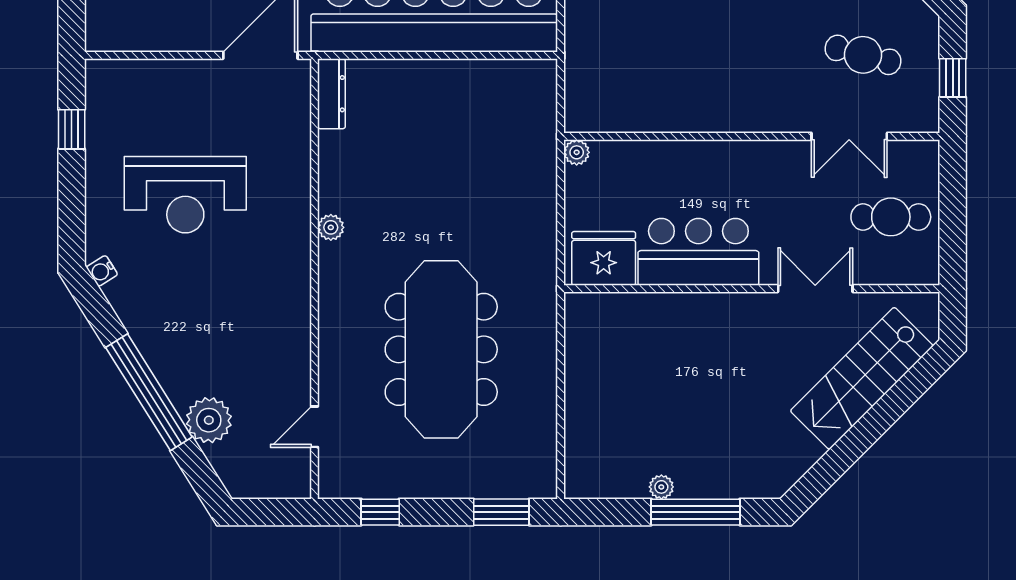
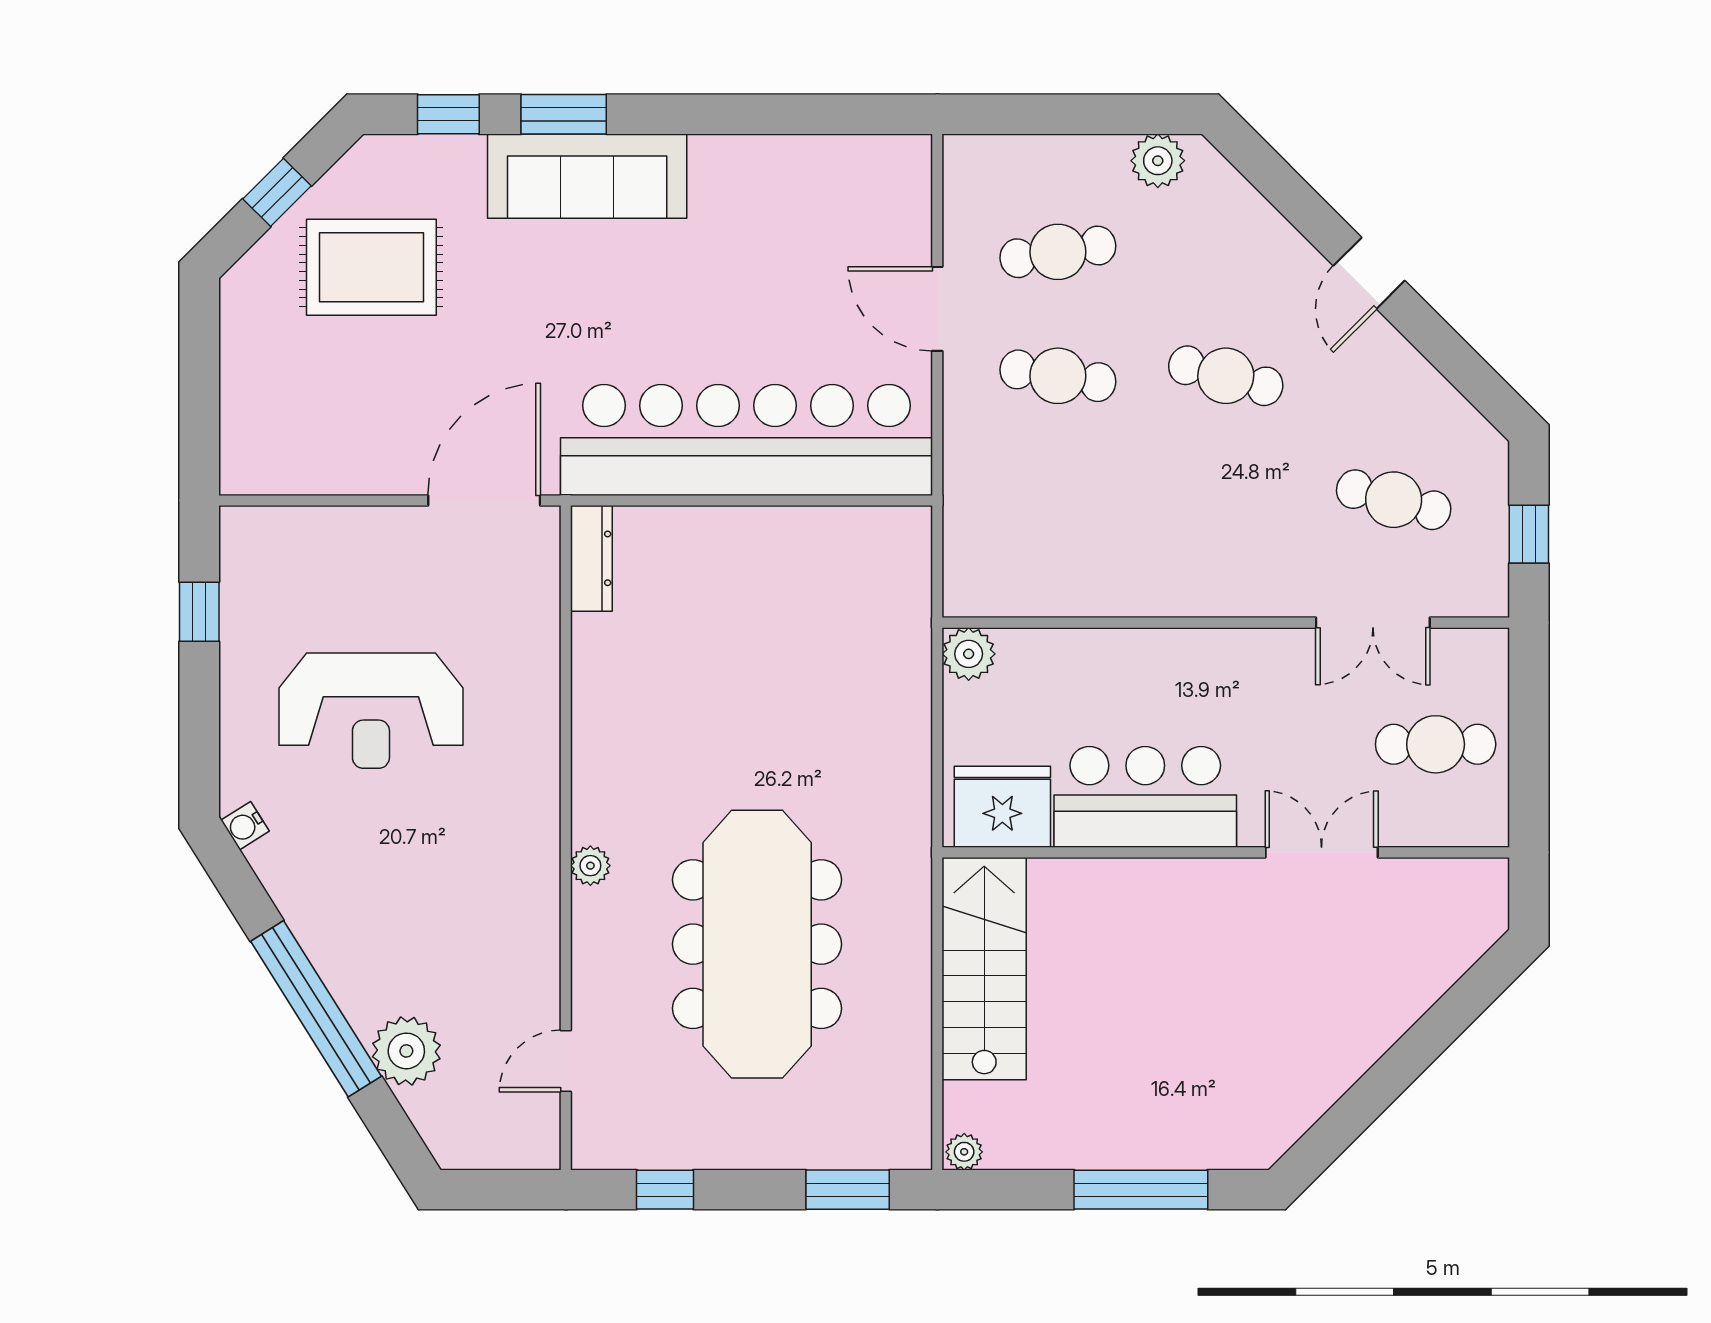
plant: (577, 152) -> (969, 654), width x1.38, depth x1.38
plant: (331, 227) -> (590, 866), moved
stairs: (862, 378) -> (984, 969), moved, turned 135
plant: (661, 487) -> (964, 1152), moved

